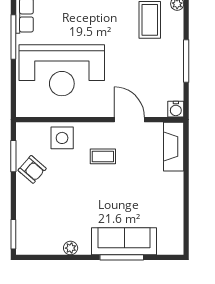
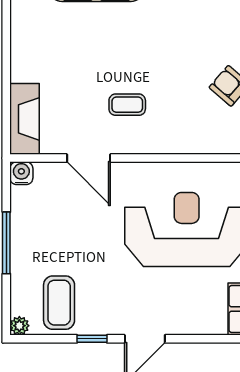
side table: (62, 138) -> (186, 131), removed

